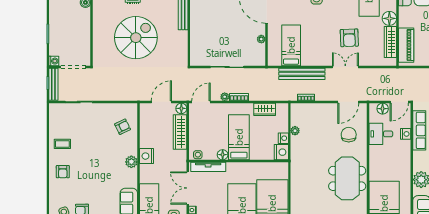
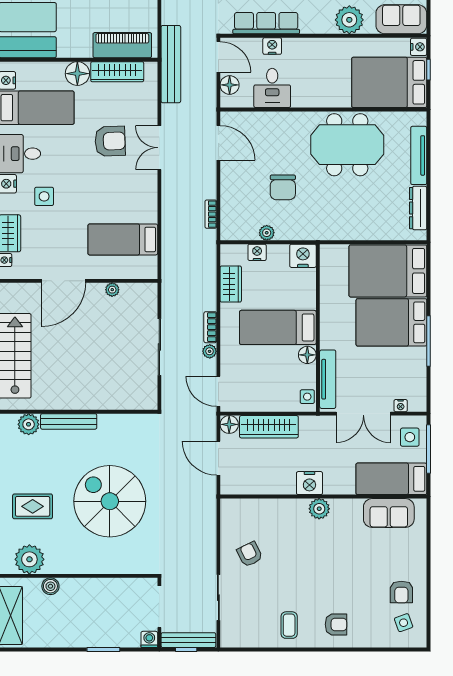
bench: (302, 74) -> (171, 64), moved
armchair: (123, 127) -> (250, 554), moved
chair: (349, 135) -> (283, 187), moved, turned -90
nightstand: (283, 138) -> (257, 252), moved

